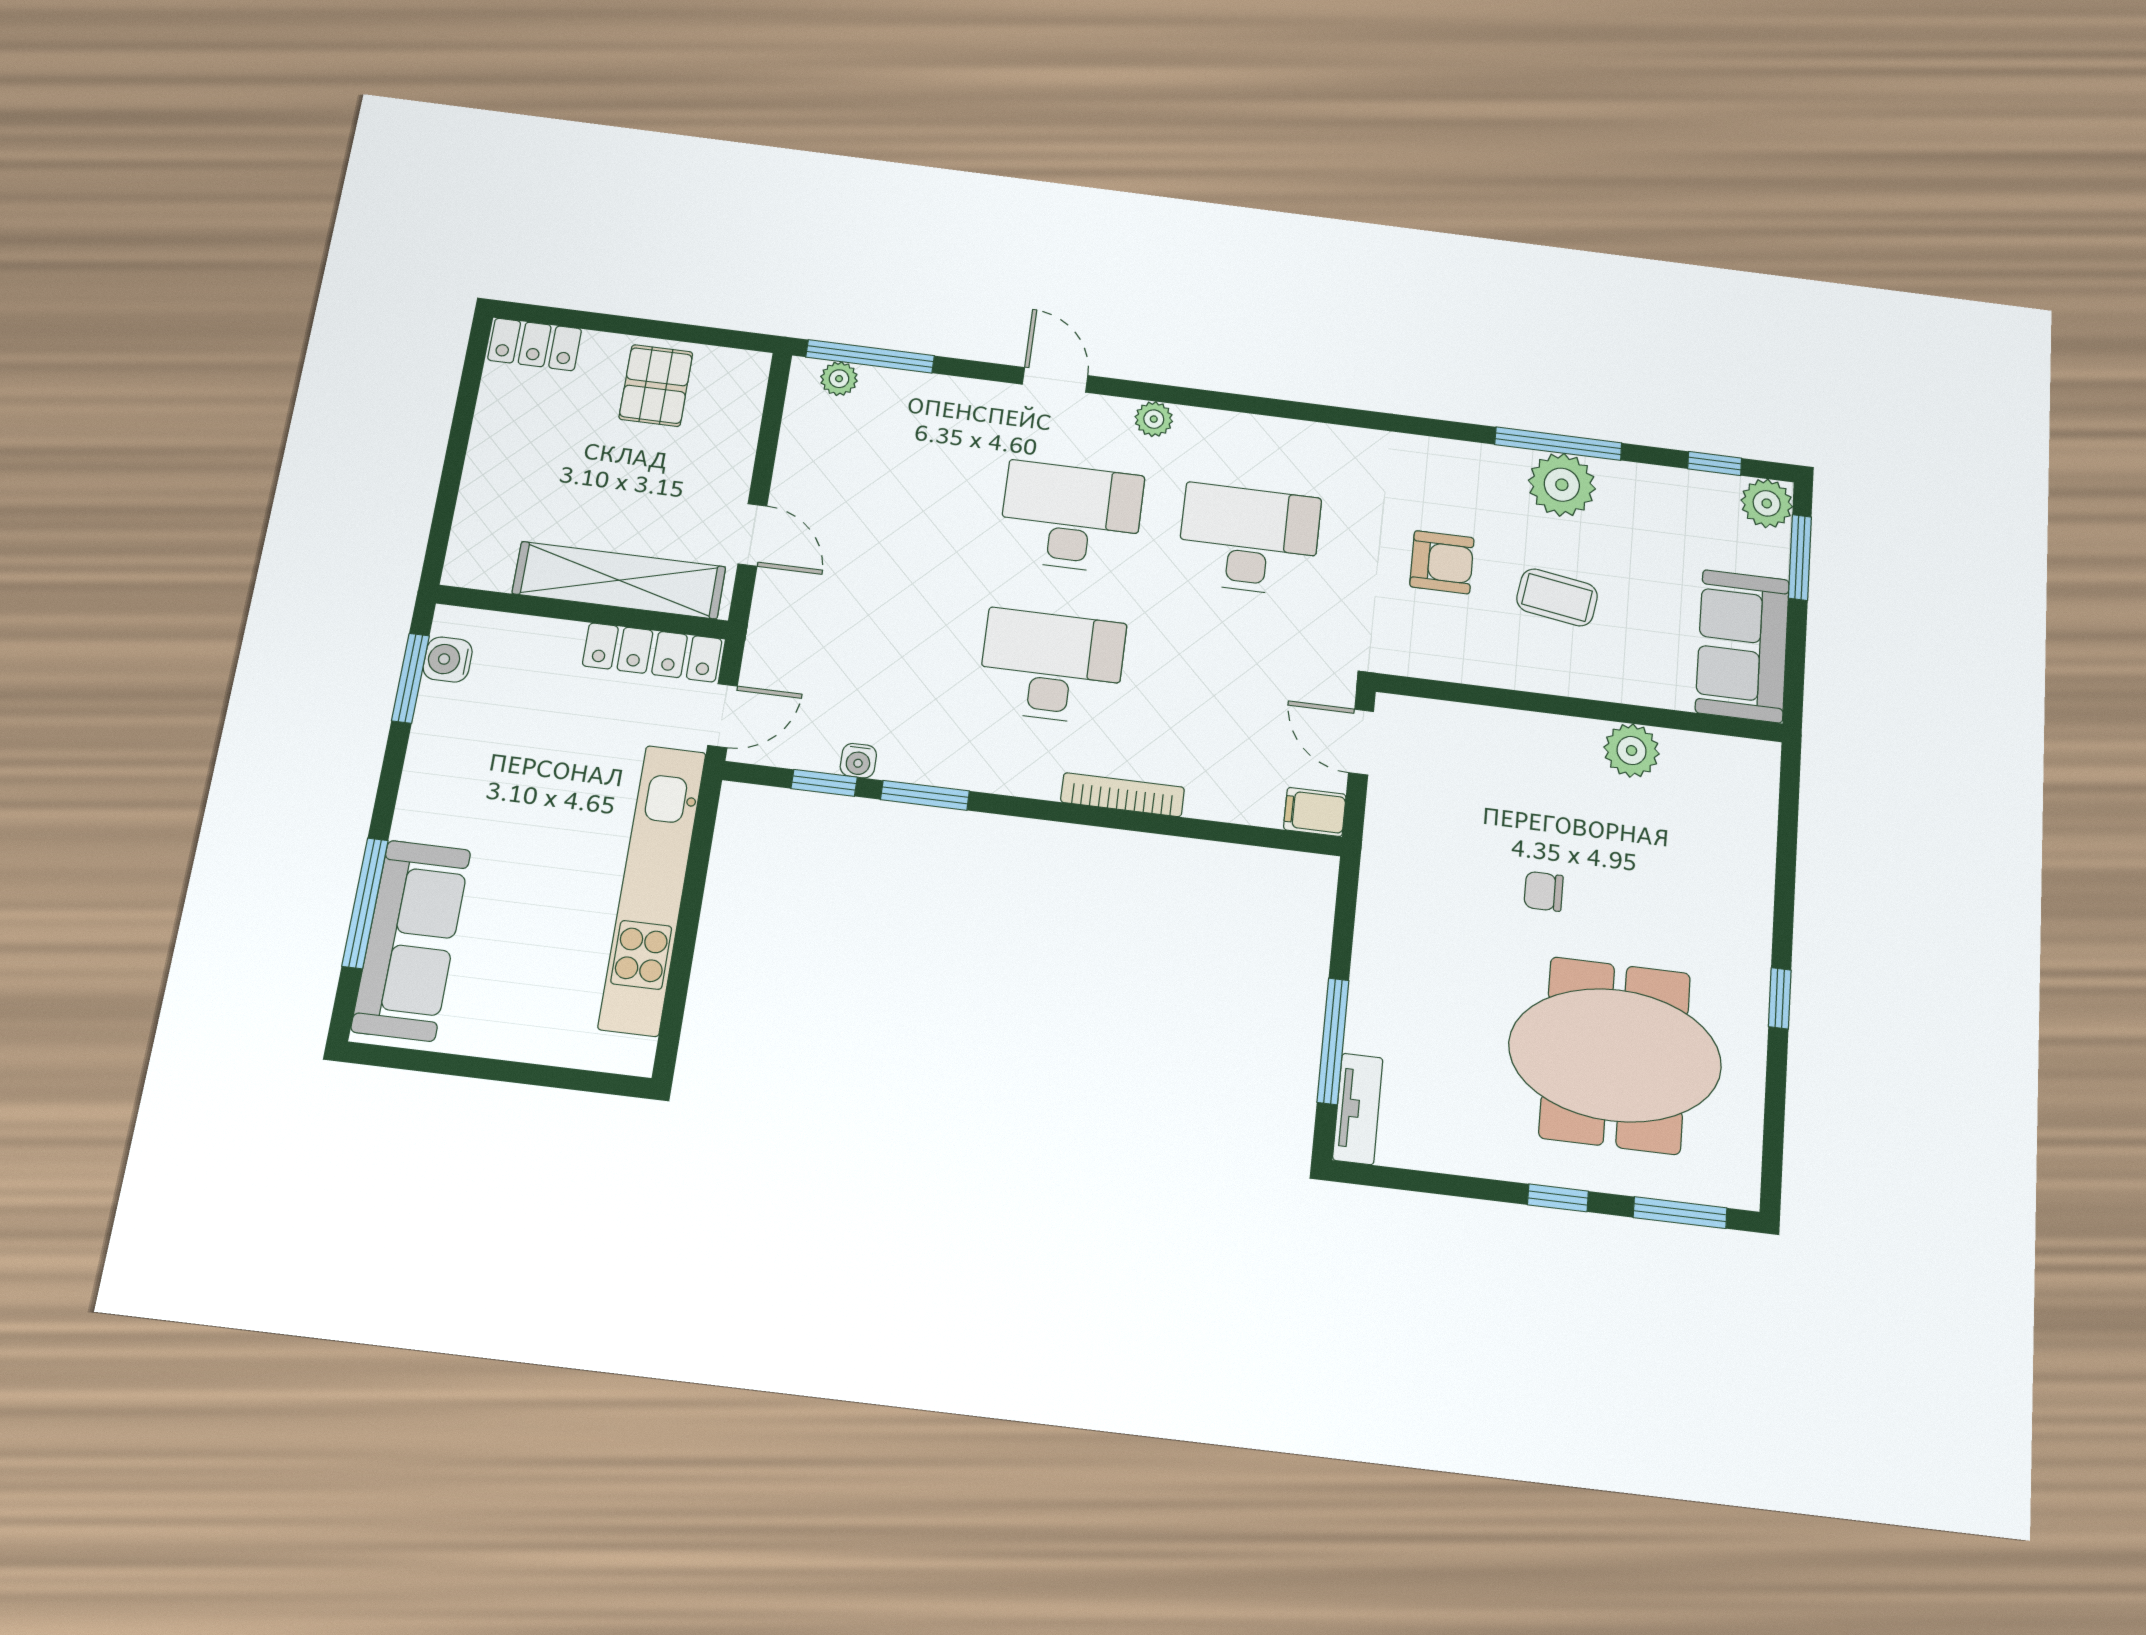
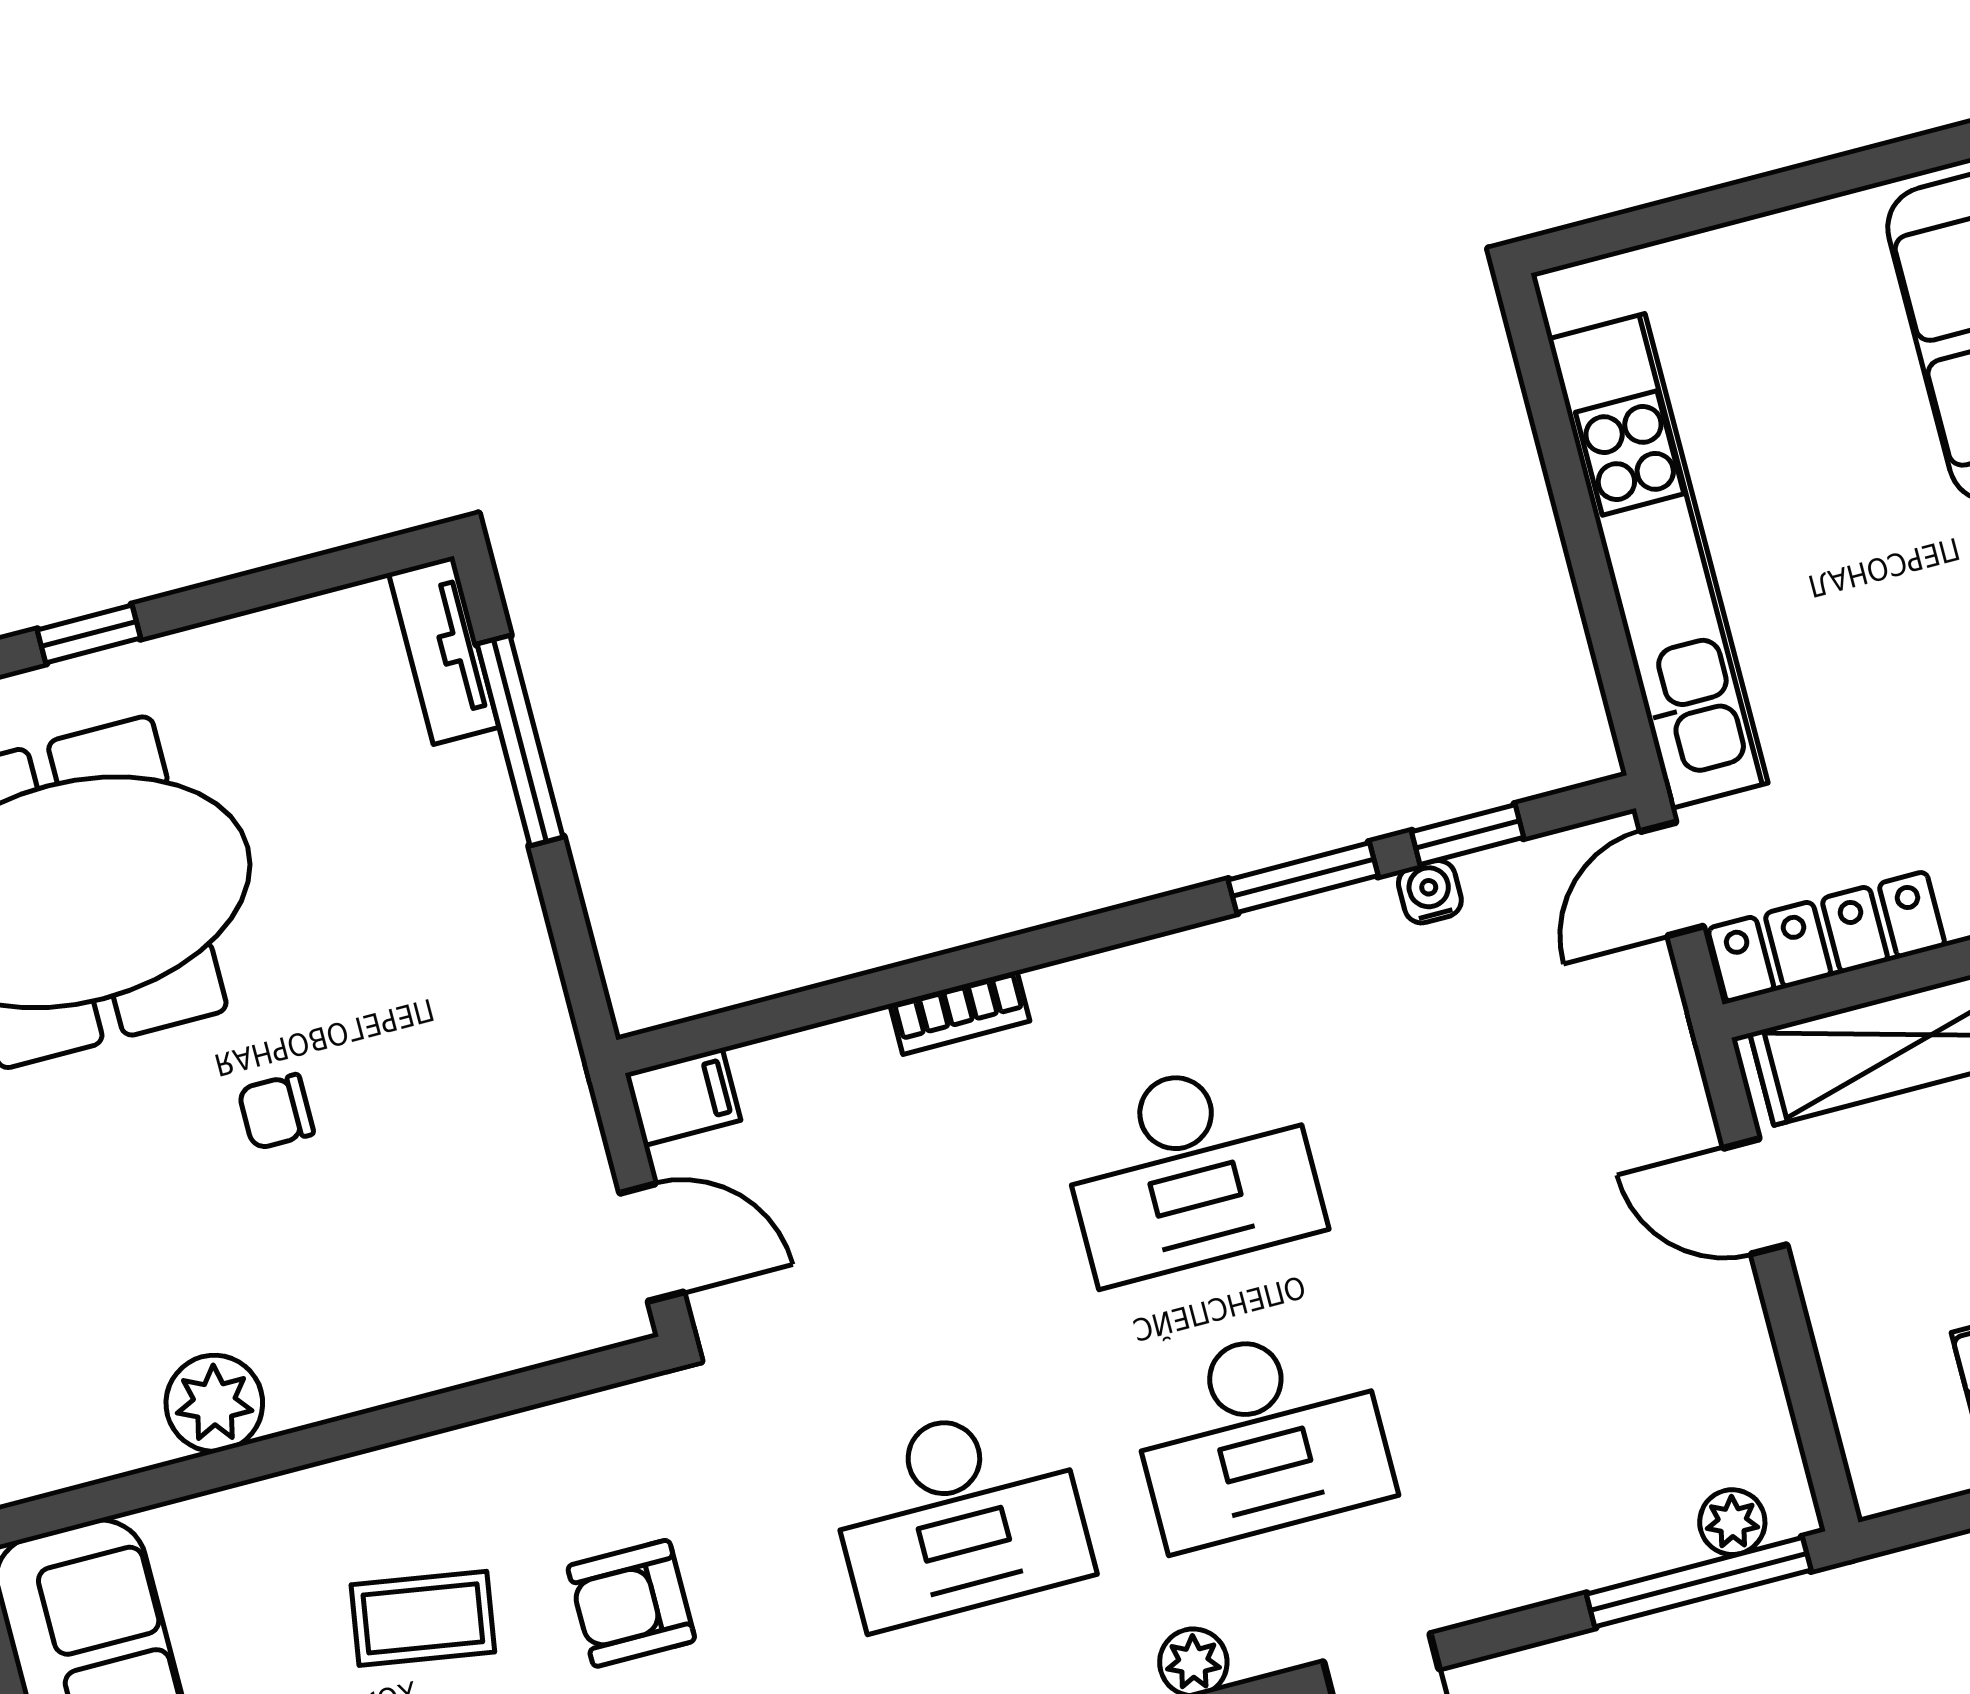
bookcase: (1123, 795) -> (960, 1012), width x0.64
chair: (1544, 891) -> (276, 1112), turned 180

